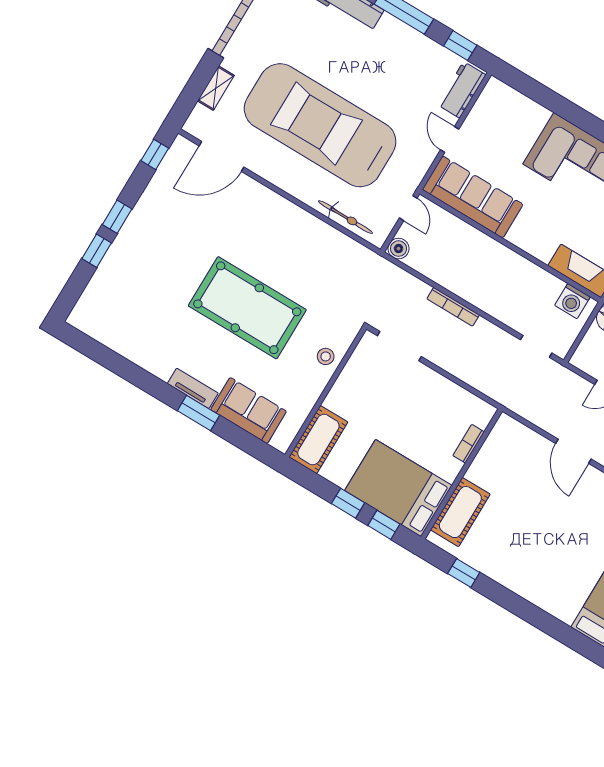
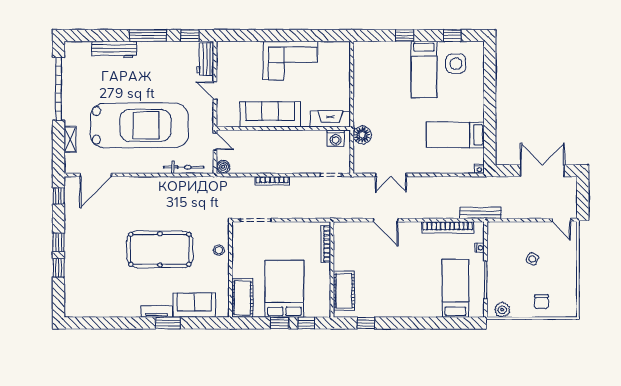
car: (320, 125) -> (139, 125), turned 180
sofa: (473, 197) -> (270, 114), moved
bookcase: (469, 444) -> (326, 244), width x1.56
bed: (398, 488) -> (284, 289), moved, turned 90

